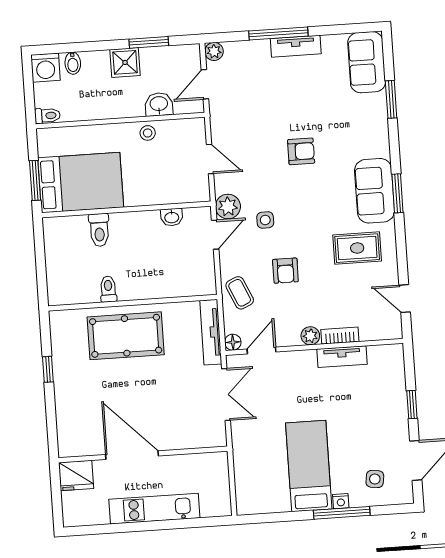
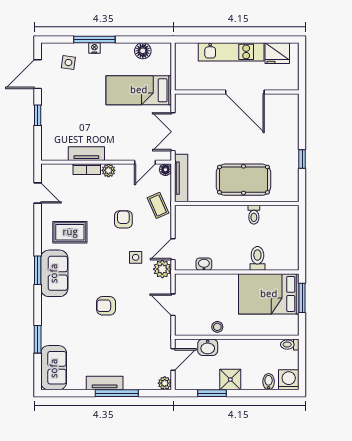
bed: (309, 466) -> (139, 90), moved, turned 90
fridge: (76, 476) -> (277, 53), moved, turned 180
floor lamp: (275, 502) -> (143, 51), added

